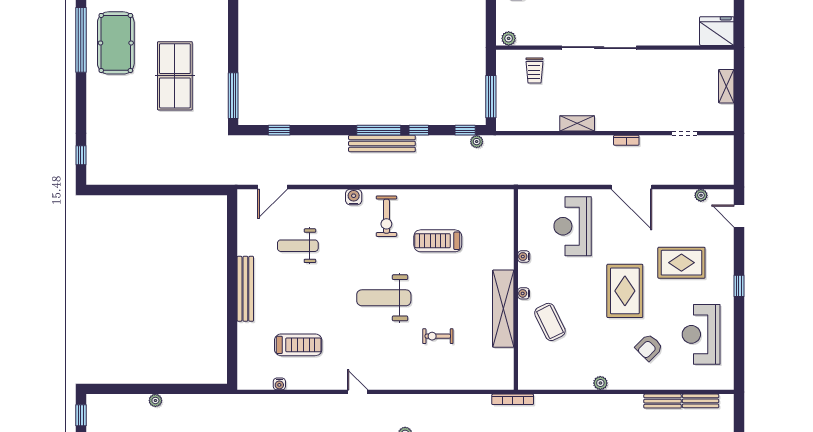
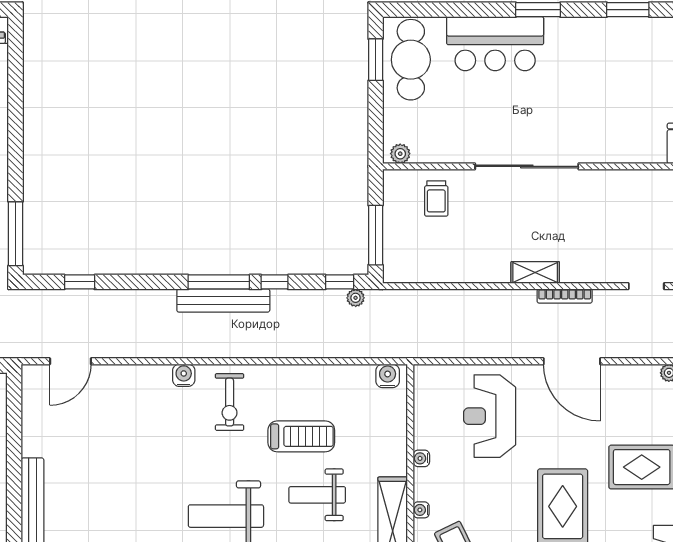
shelving: (577, 123) -> (535, 272), moved
bookcase: (626, 140) -> (565, 296), width x1.56
water cooler: (500, 197) -> (388, 376), added
treadmill: (438, 241) -> (301, 436), turned 180
weight bench: (298, 246) -> (317, 495), moved

